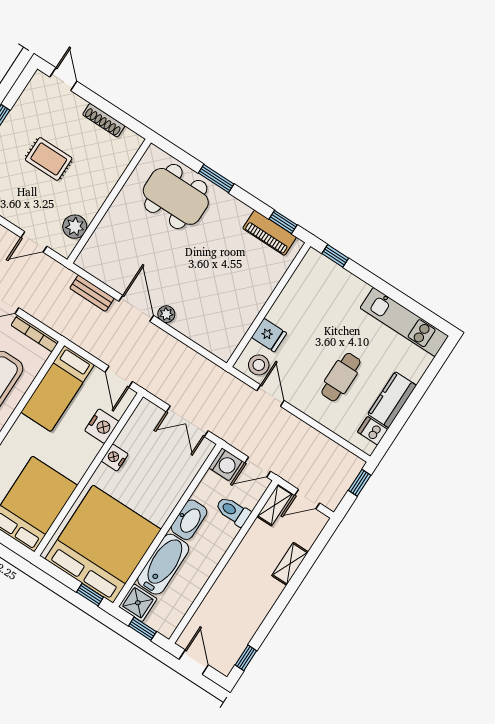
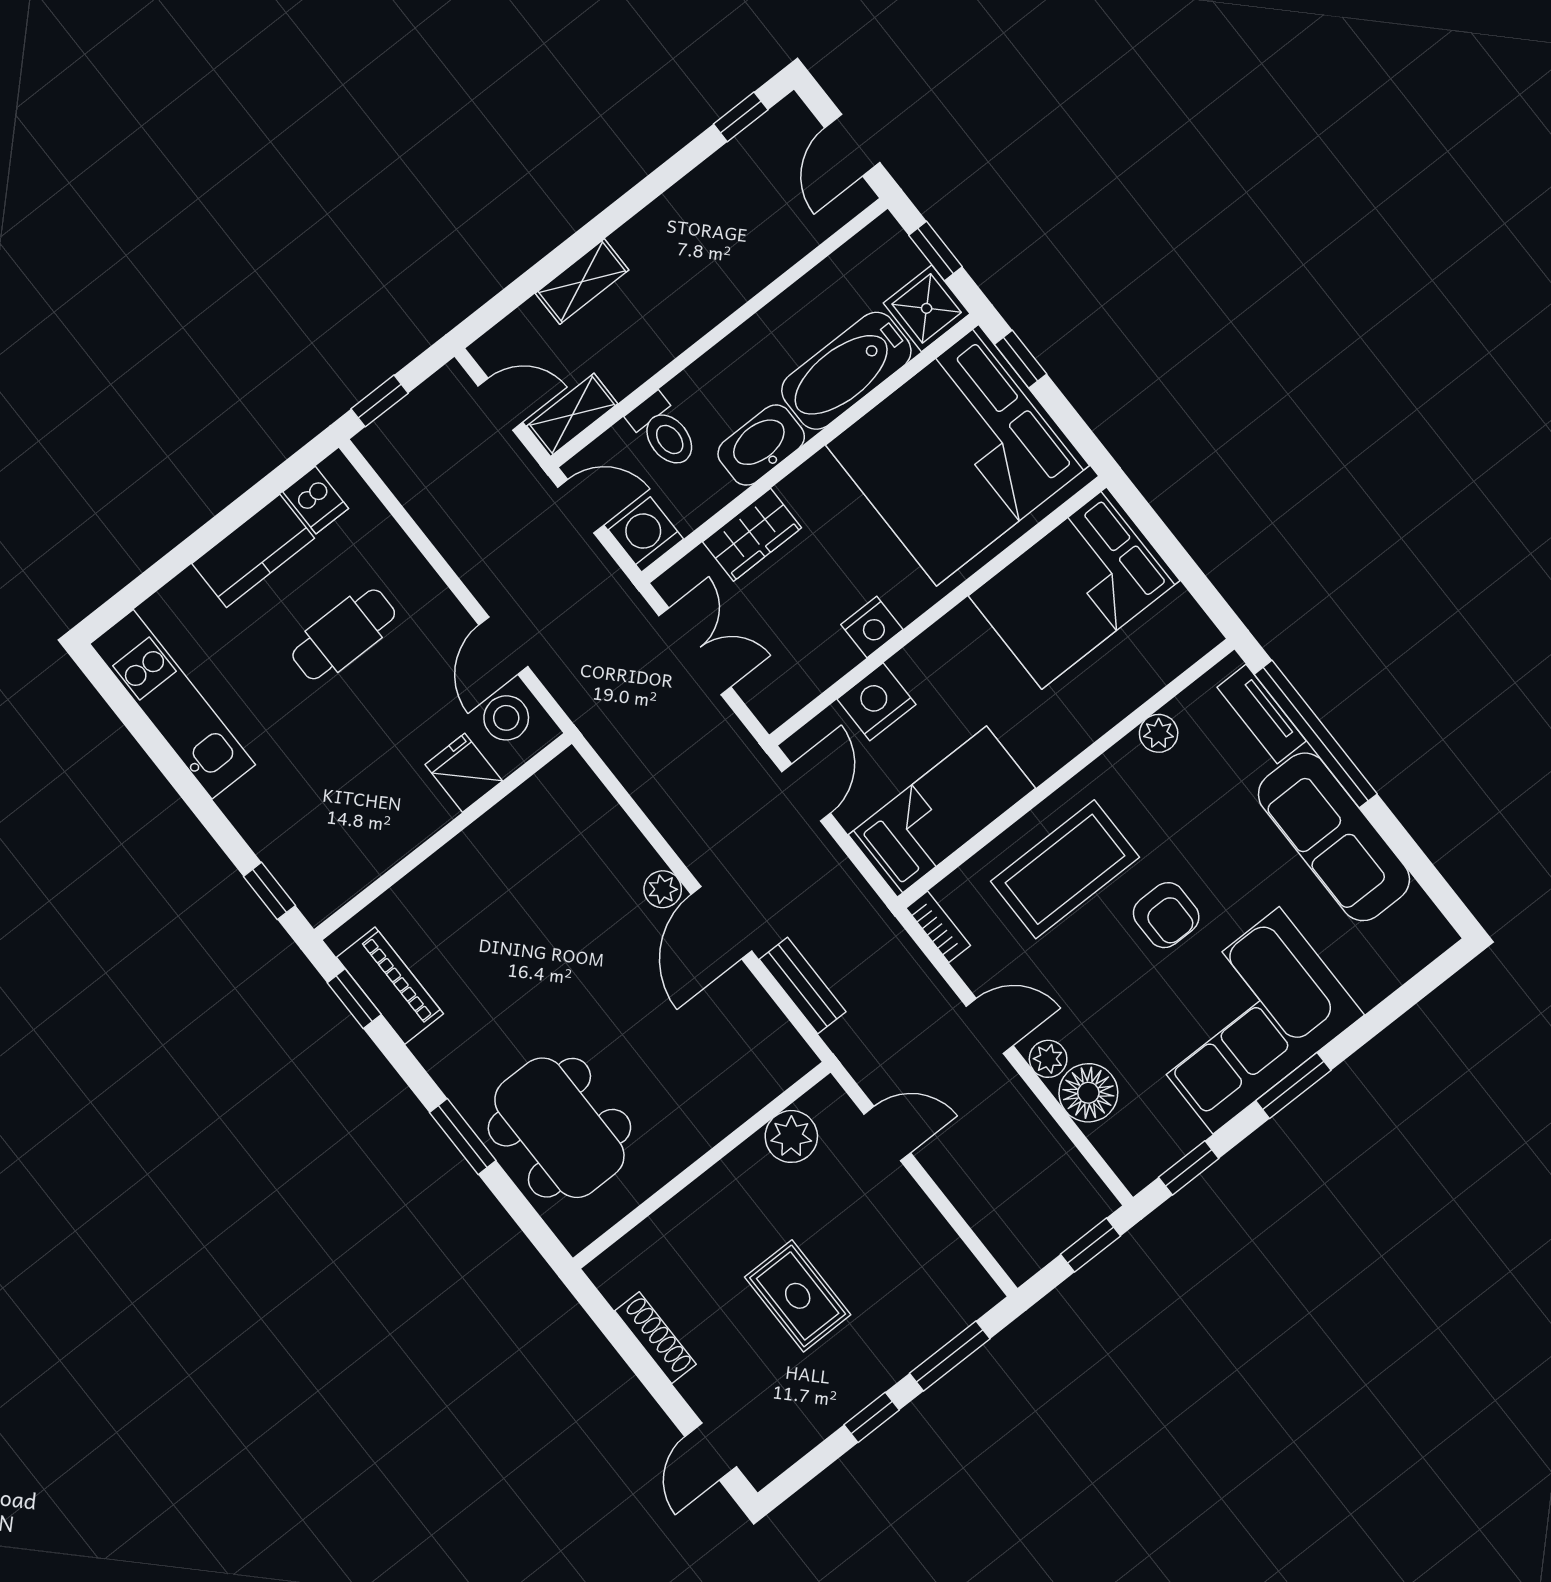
bookcase: (35, 334) -> (938, 927), width x0.64
wardrobe: (180, 480) -> (752, 535), added

